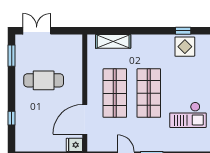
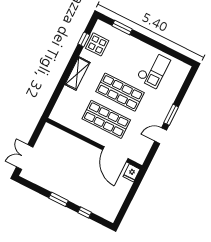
shelving: (113, 41) -> (77, 73), moved
window: (12, 56) -> (59, 199), moved
cafe table: (44, 80) -> (67, 171), removed

